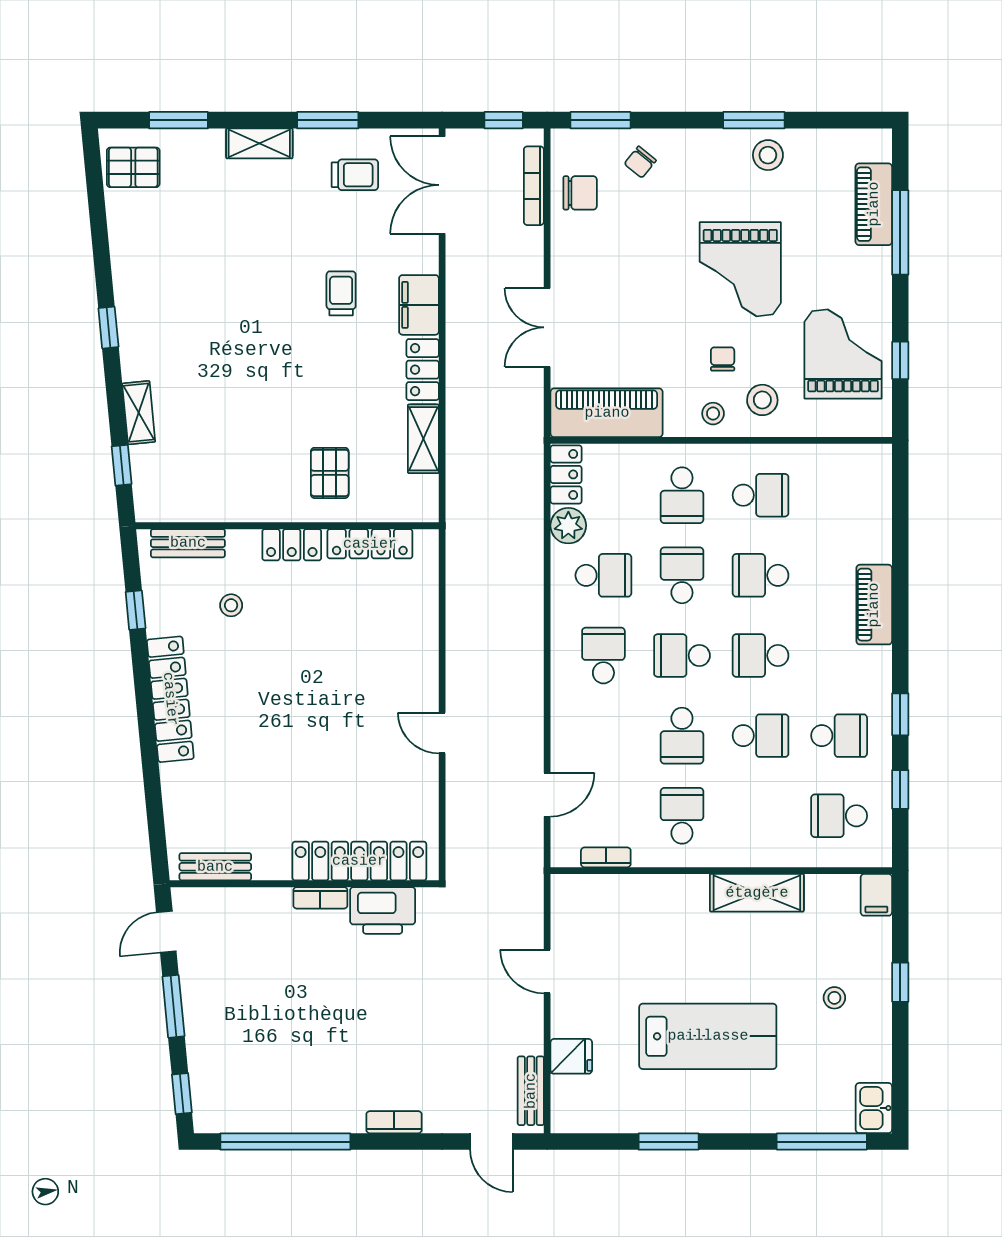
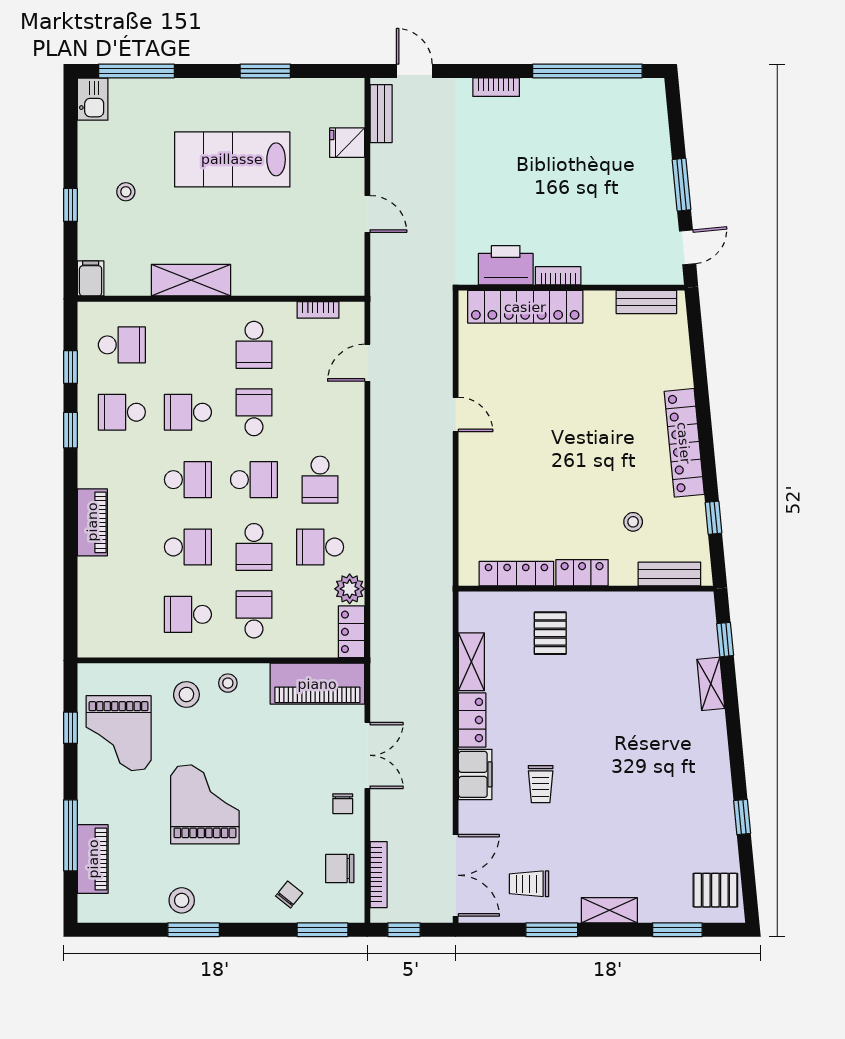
window: (108, 328) -> (742, 817), moved
chair: (723, 359) -> (343, 804), moved
window: (182, 1094) -> (675, 111), removed

